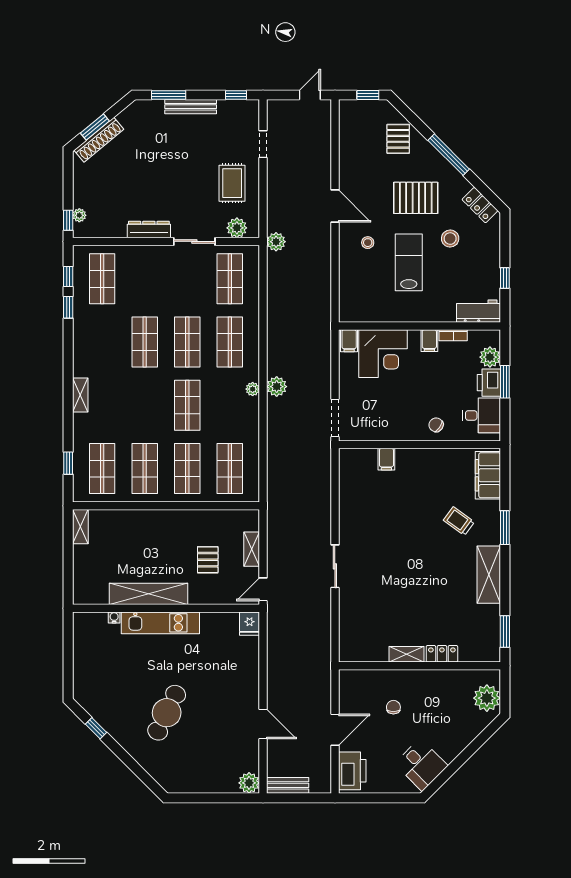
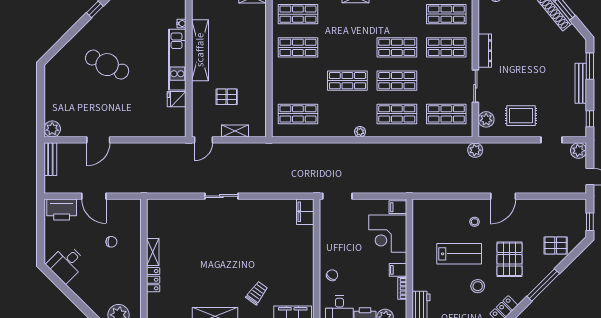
plant: (277, 387) -> (579, 151), moved
filing cabinet: (386, 459) -> (305, 212), moved, width x2.00
shop shelf: (187, 468) -> (446, 47), moved
door: (263, 589) -> (204, 140), swing flipped
fridge: (250, 624) -> (177, 99), moved

